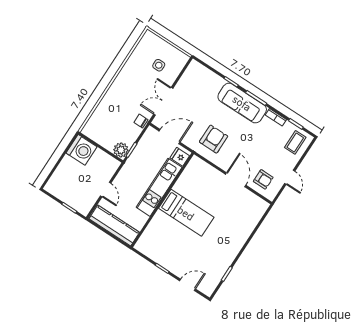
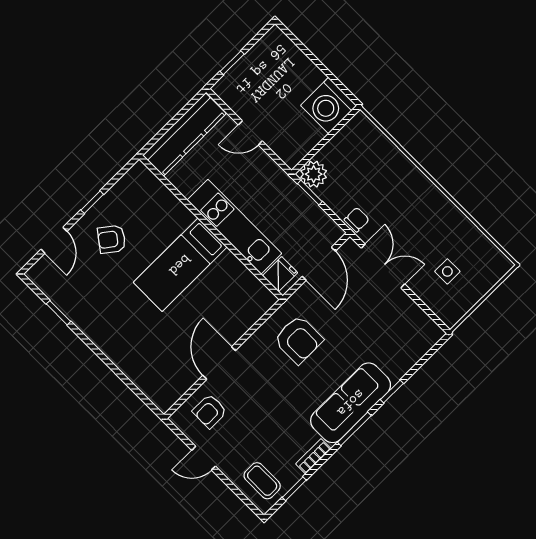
door: (236, 180) -> (219, 363), swing flipped
armchair: (180, 253) -> (112, 239), added

